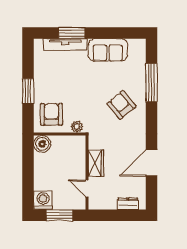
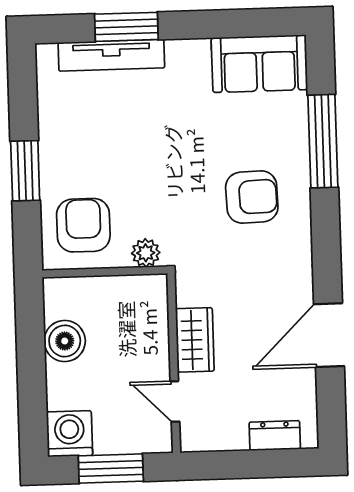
sofa: (108, 50) -> (259, 64), moved
armchair: (121, 105) -> (252, 197), turned 128
boiler: (42, 144) -> (65, 341), moved

